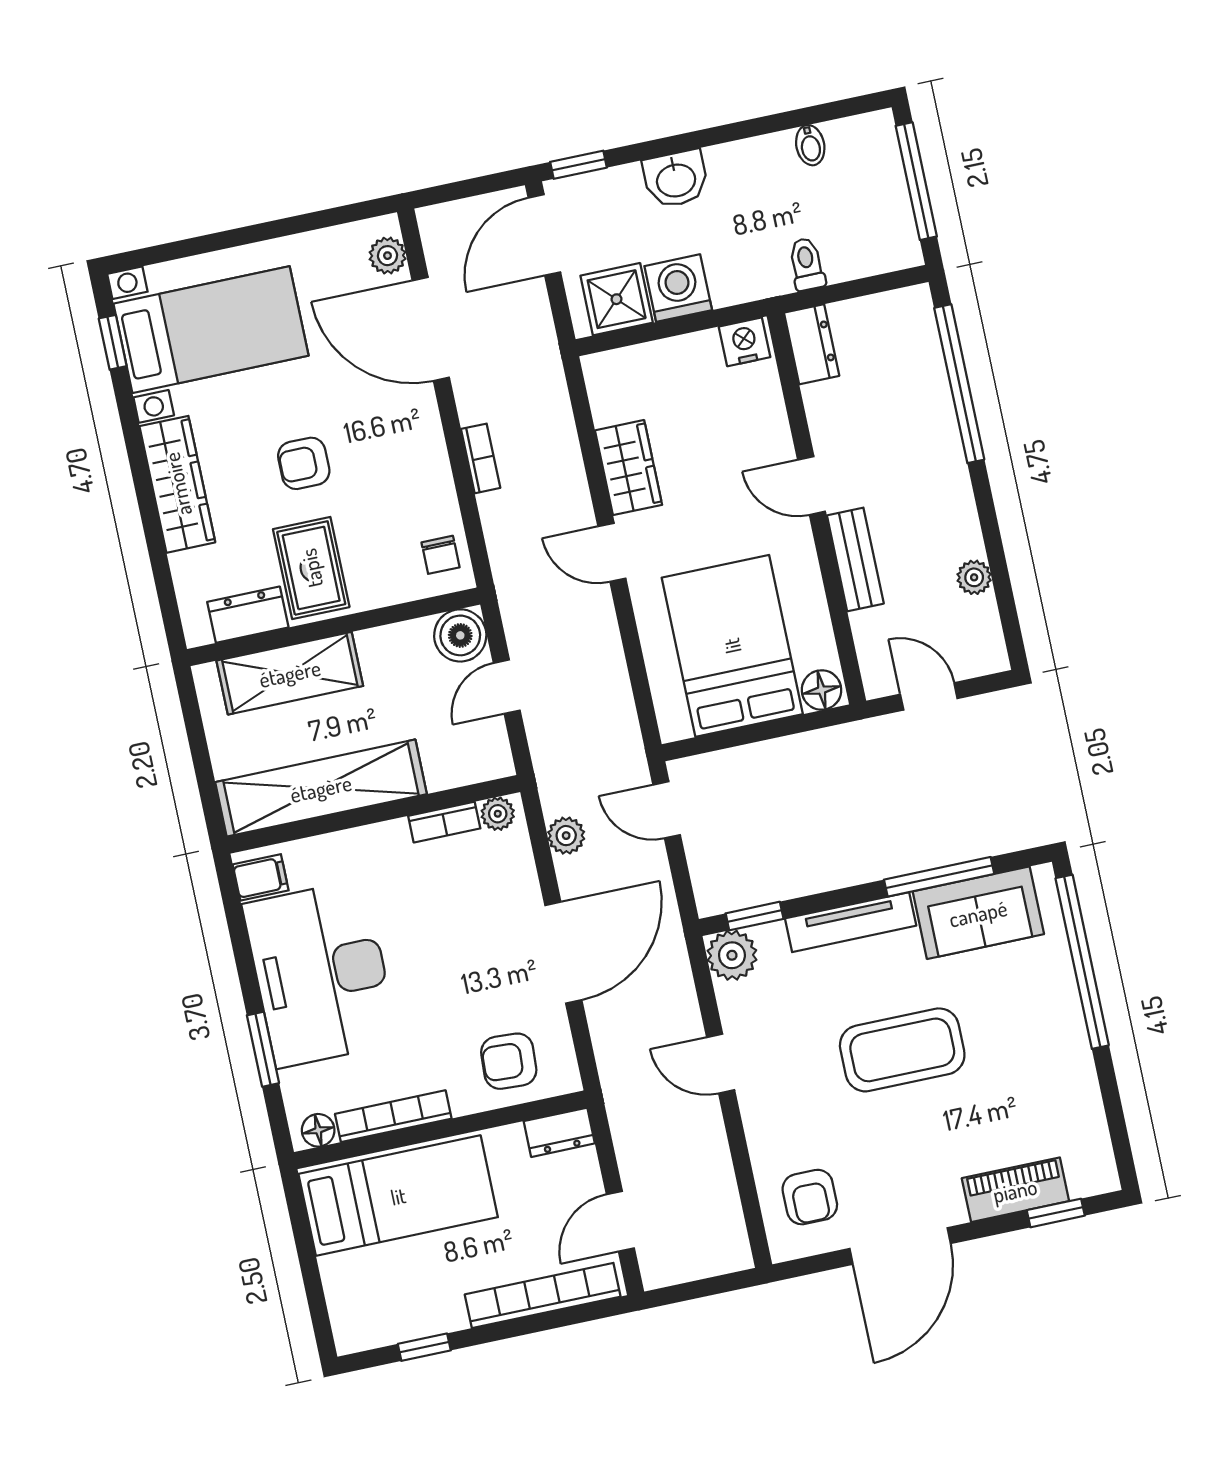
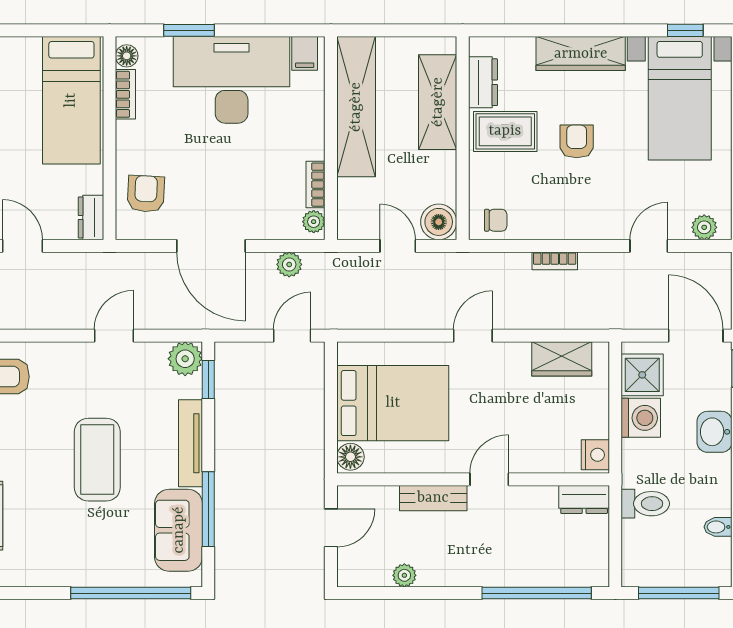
toilet: (807, 264) -> (645, 504), width x1.37, depth x1.39
door: (431, 329) -> (649, 246), width x0.53
wardrobe: (629, 468) -> (562, 359), moved
chair: (441, 555) -> (496, 220), turned 180
bookcase: (393, 1116) -> (125, 94), width x0.64

